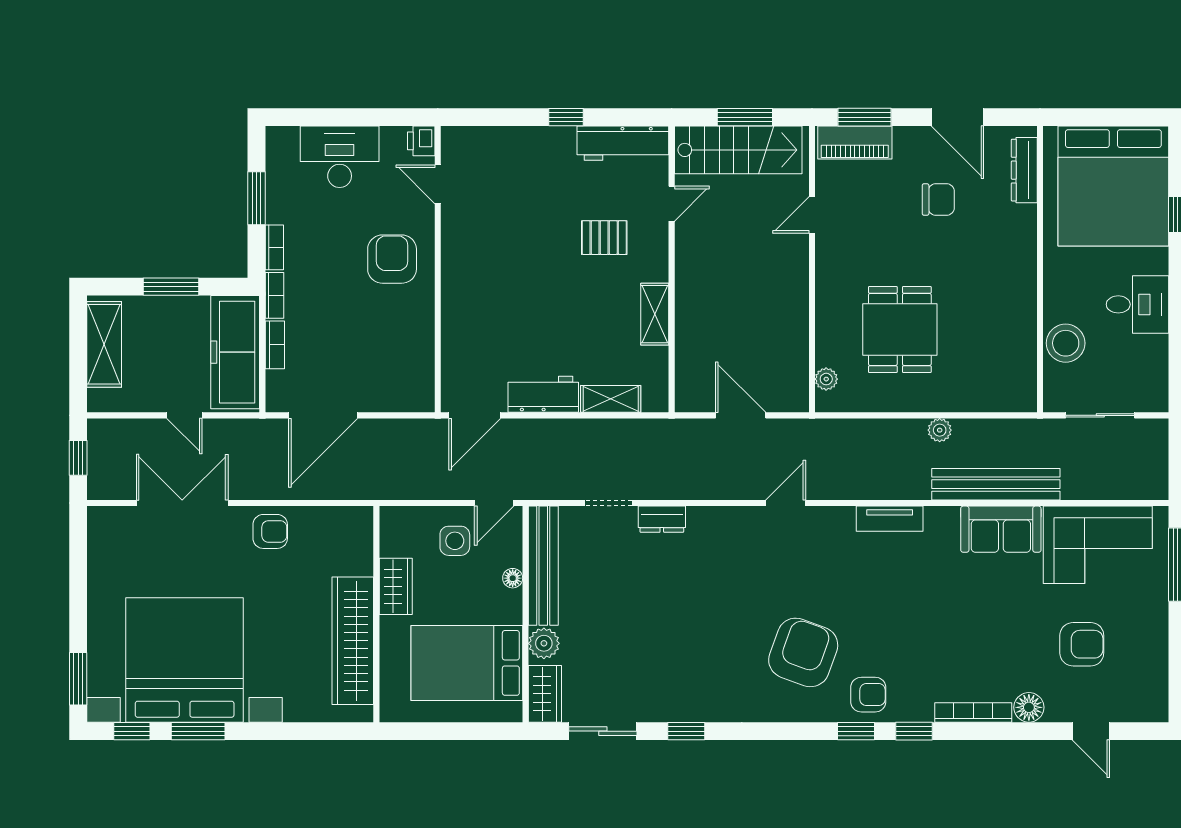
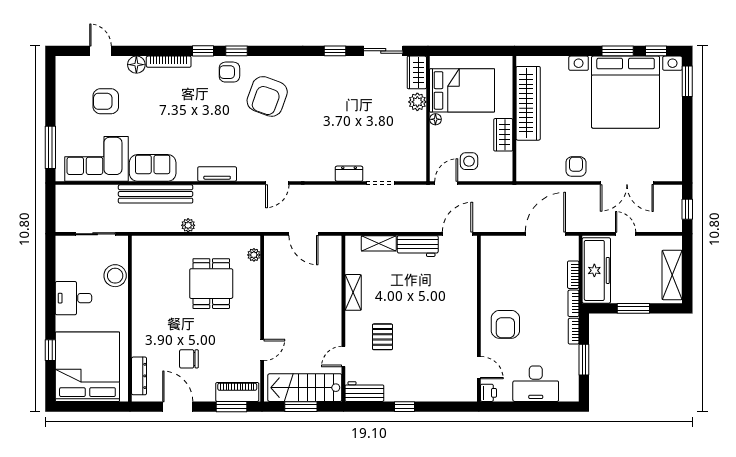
workbench: (623, 143) -> (364, 392), width x0.73
pallet: (604, 238) -> (382, 337), turned 90
armchair: (270, 531) -> (576, 167), turned 90
bench: (543, 566) -> (418, 147), removed
floor lamp: (513, 578) -> (435, 119), moved

